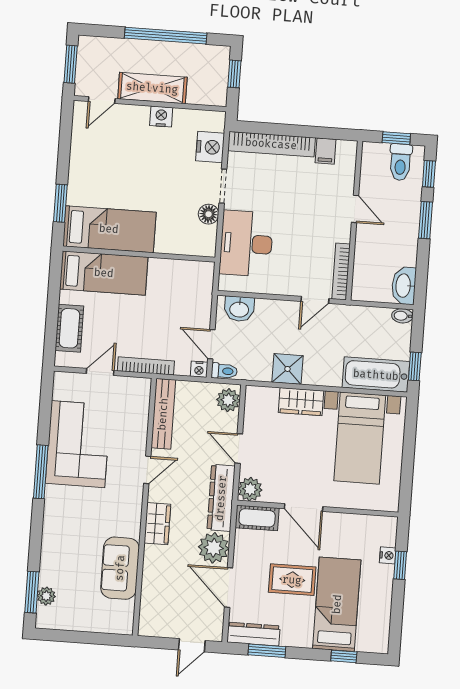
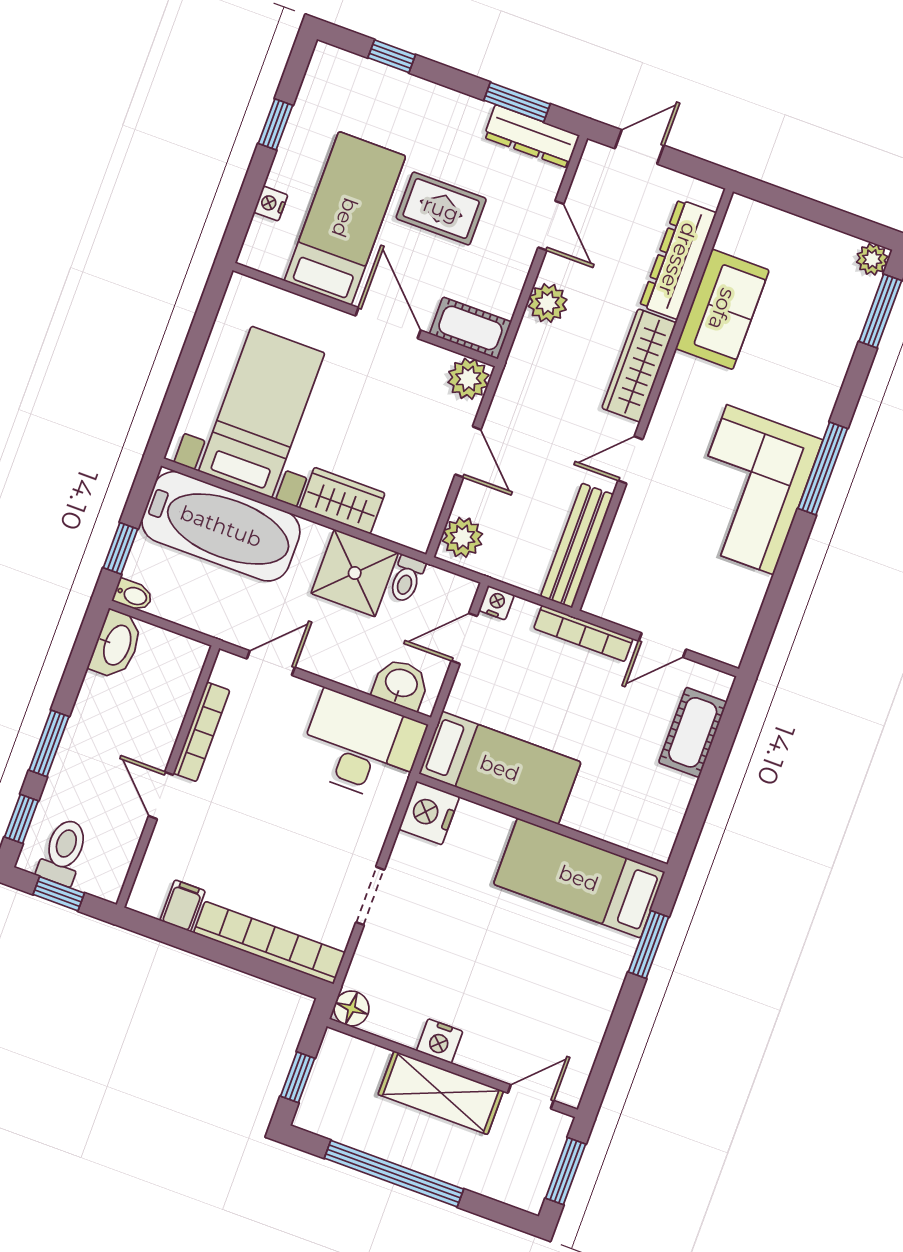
nightstand: (210, 147) -> (429, 813), moved
floor lamp: (209, 214) -> (351, 1008), moved
desk: (246, 244) -> (361, 747), moved, turned -90
bookcase: (341, 271) -> (202, 732), moved
bed: (104, 273) -> (500, 768), moved, turned 180
door: (211, 344) -> (464, 638), swing flipped
window: (415, 366) -> (120, 548), moved
shower: (287, 369) -> (355, 573), width x1.36, depth x1.36
toilet: (224, 371) -> (407, 579), moved, turned -90
bathtub: (376, 375) -> (221, 526), width x1.36, depth x1.36
corner sofa: (78, 444) -> (750, 490), moved
window: (41, 472) -> (823, 468), moved
dresser: (221, 498) -> (678, 259), moved, turned 180
wardrobe: (157, 524) -> (639, 365), width x1.50
plant: (214, 548) -> (548, 303), width x0.73, depth x0.73
window: (400, 565) -> (276, 124), moved
door: (229, 587) -> (551, 226), width x0.73
plant: (46, 596) -> (872, 259), moved
bed: (337, 604) -> (345, 218), moved, turned 180

